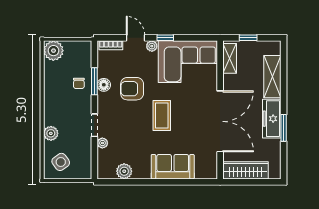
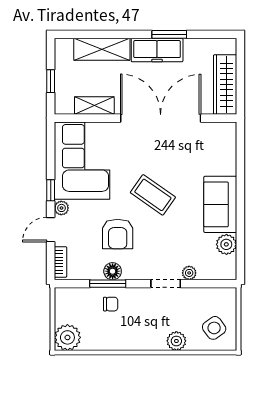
shelving: (230, 58) -> (94, 105), moved
coffee table: (162, 115) -> (153, 195), turned 35
sofa: (173, 167) -> (220, 204), moved

